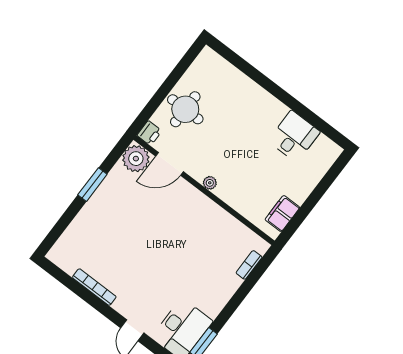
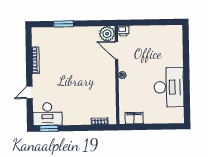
round table: (185, 109) -> (146, 38), removed
desk: (294, 136) -> (169, 87), width x1.87, depth x1.30
window: (92, 185) -> (63, 24), moved

